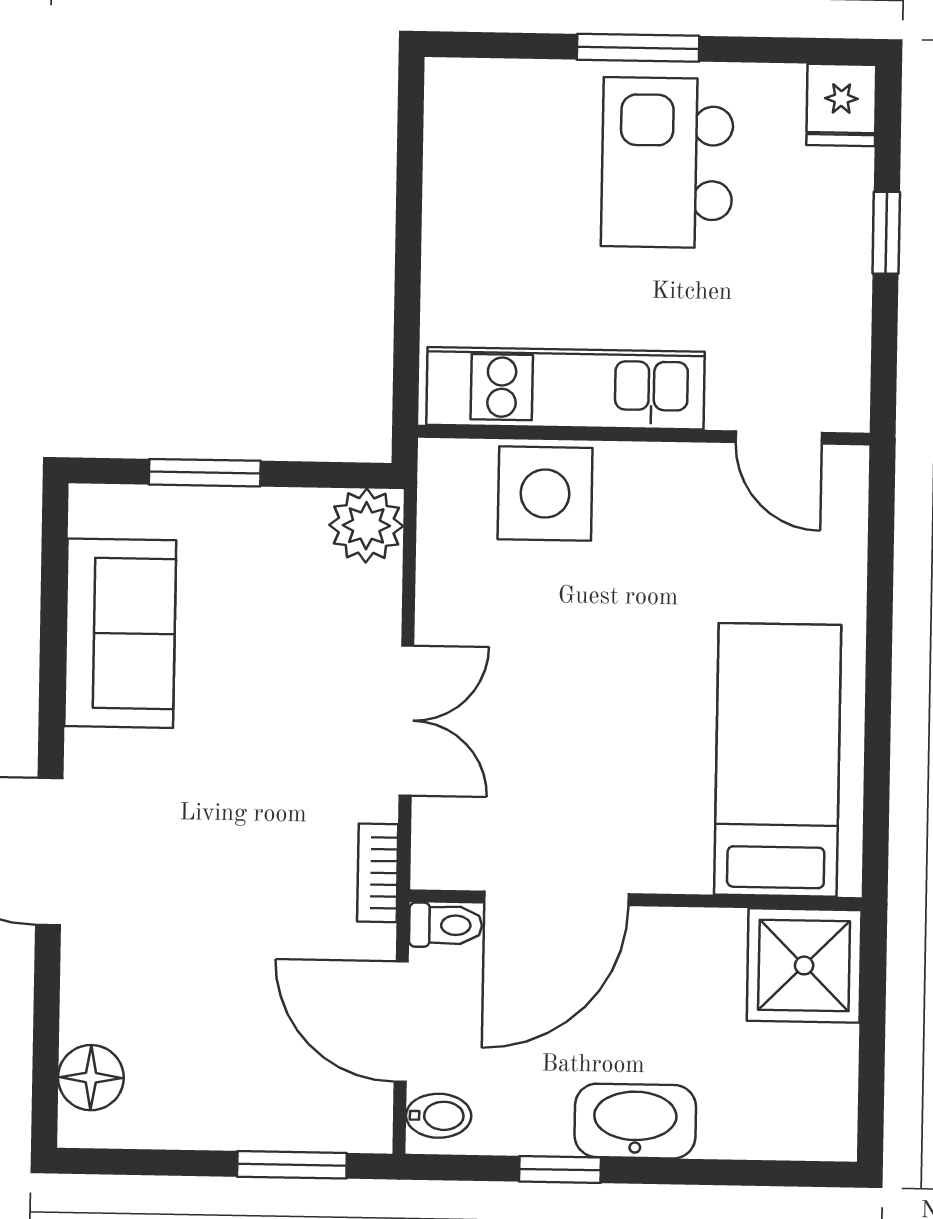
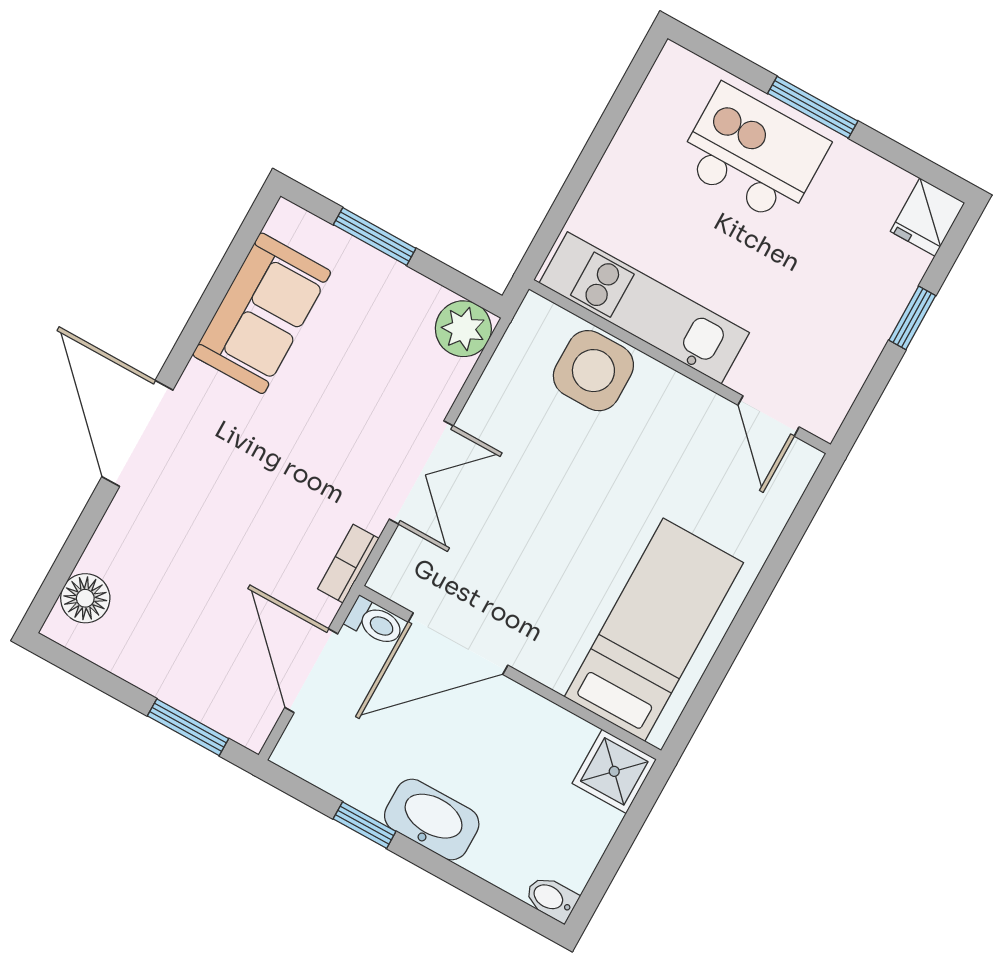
kitchen island: (667, 163) -> (753, 154), moved, turned 90
shower: (804, 965) -> (614, 771), width x0.73, depth x0.73
bidet: (439, 1116) -> (551, 898), moved, turned 180

